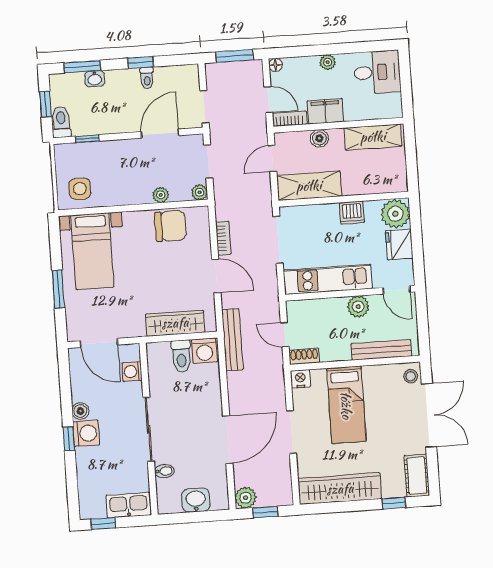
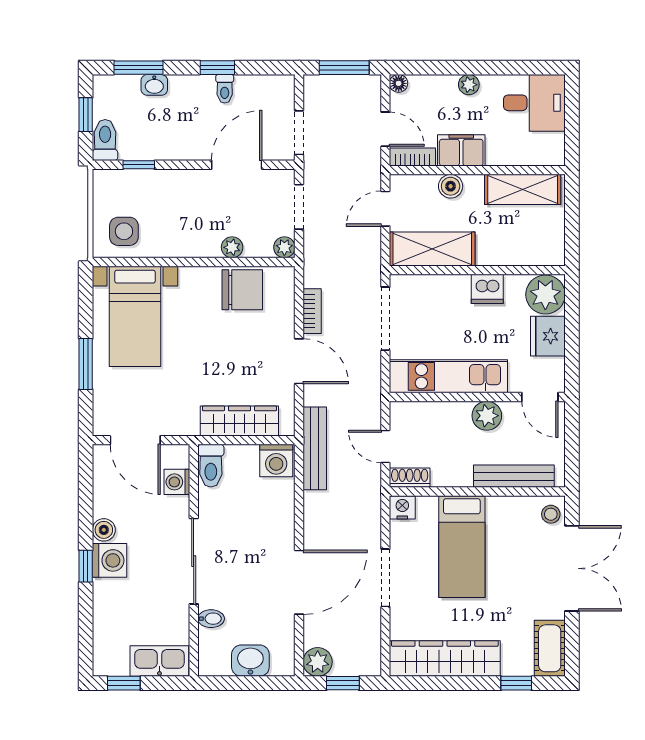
toilet: (181, 356) -> (211, 466), moved

